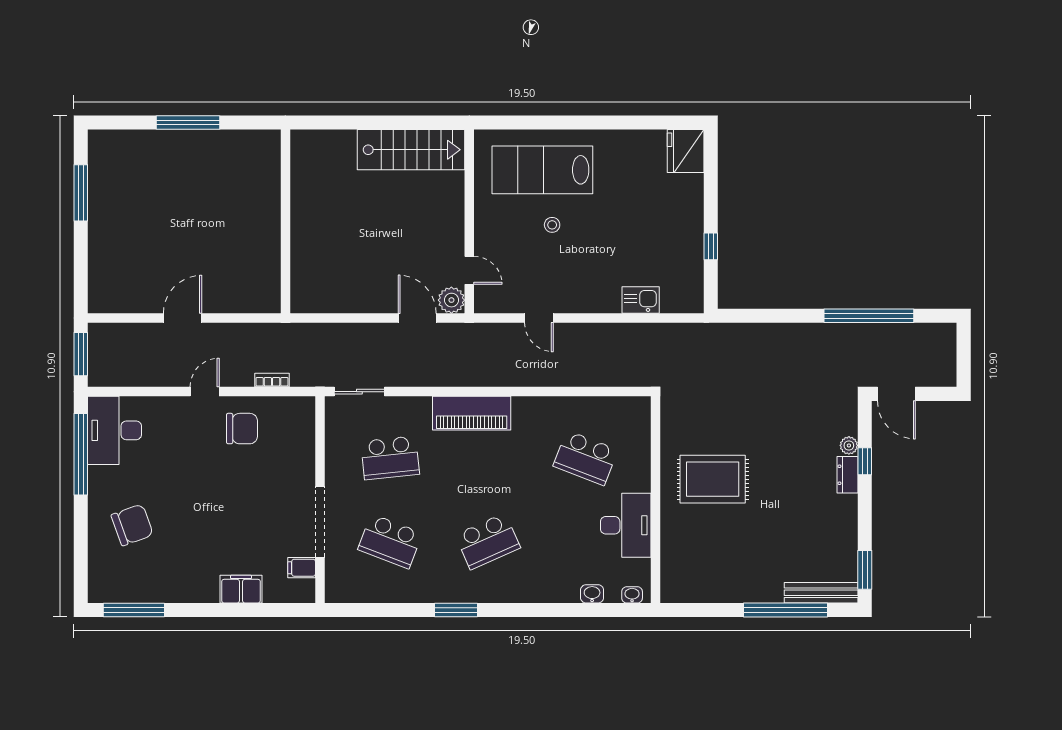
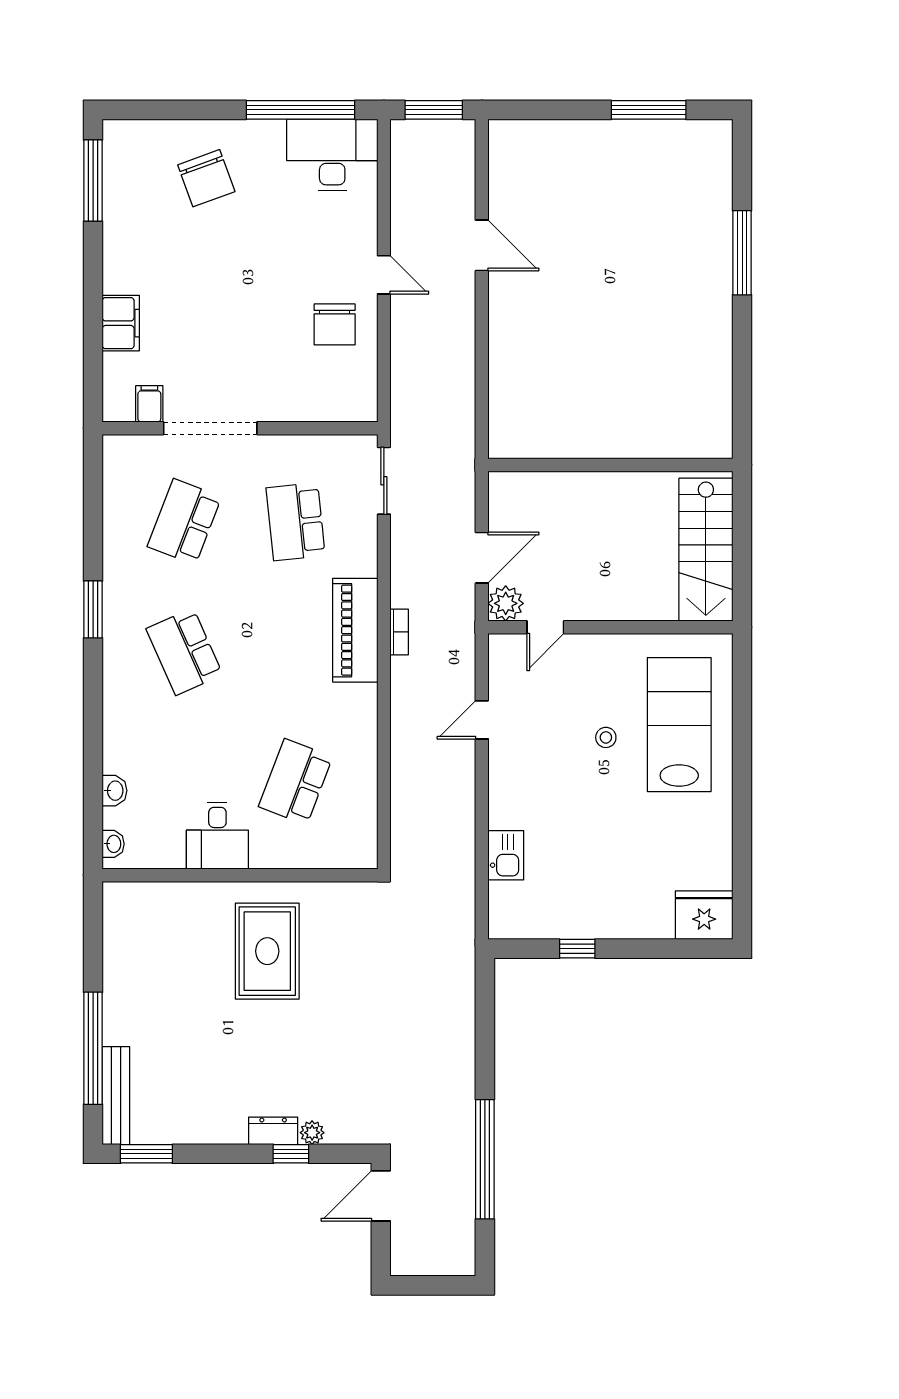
wall: (285, 221) -> (610, 465), moved
bookcase: (272, 380) -> (399, 632), moved
desk: (626, 525) -> (217, 836), width x0.73

